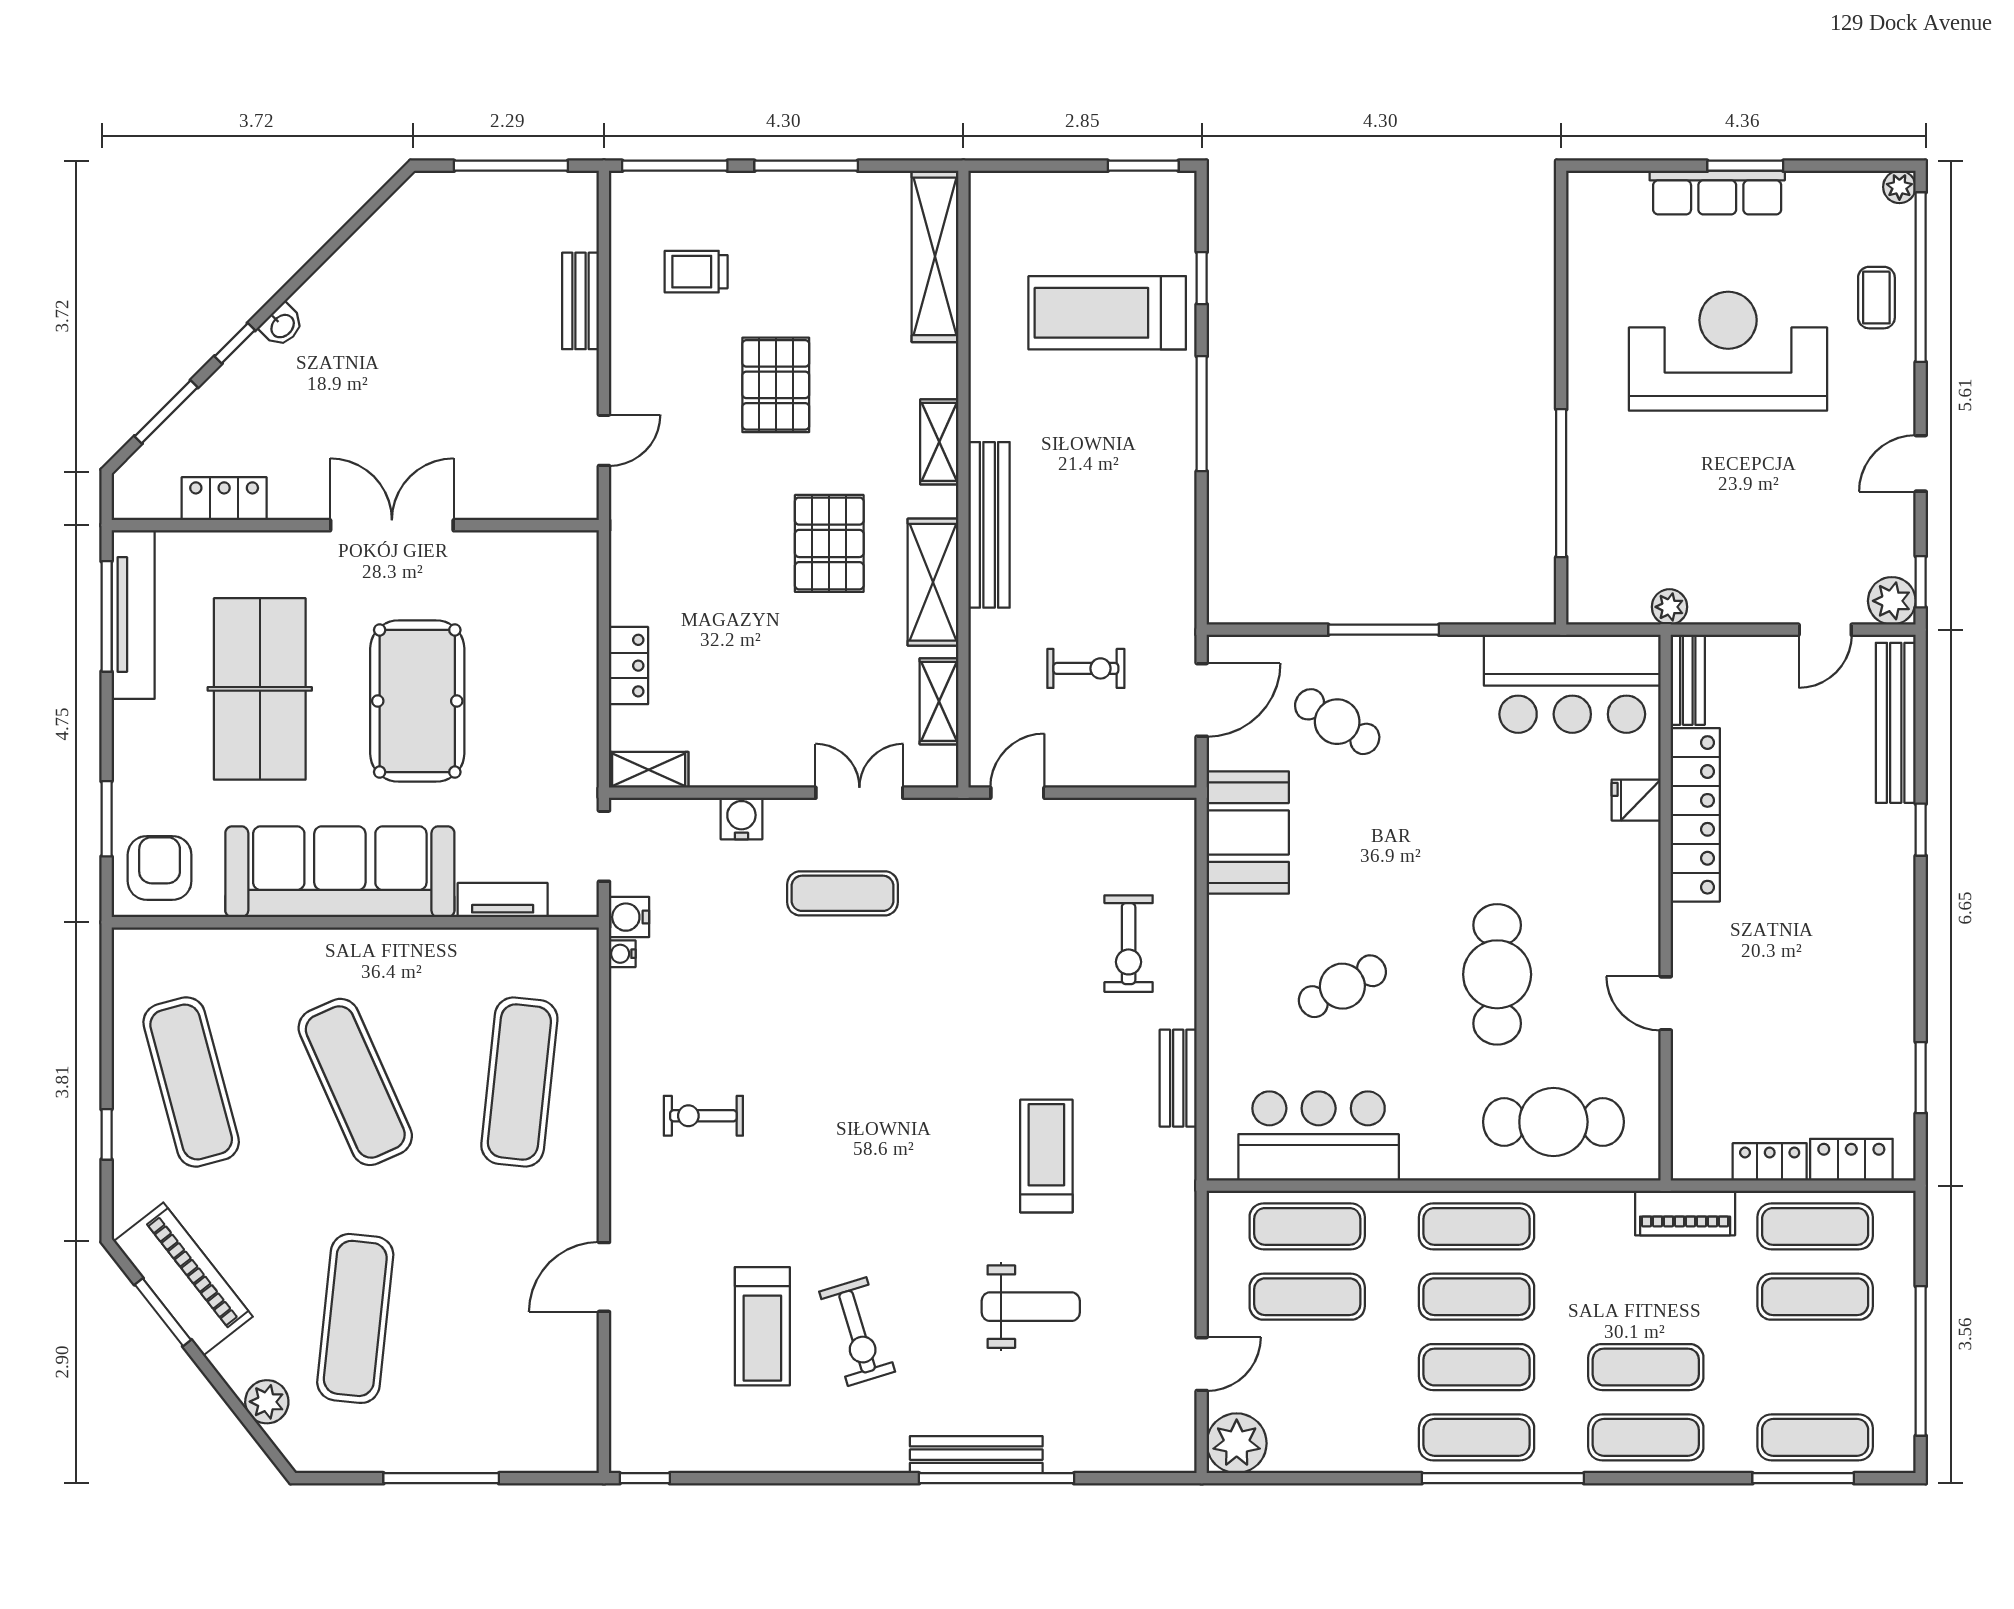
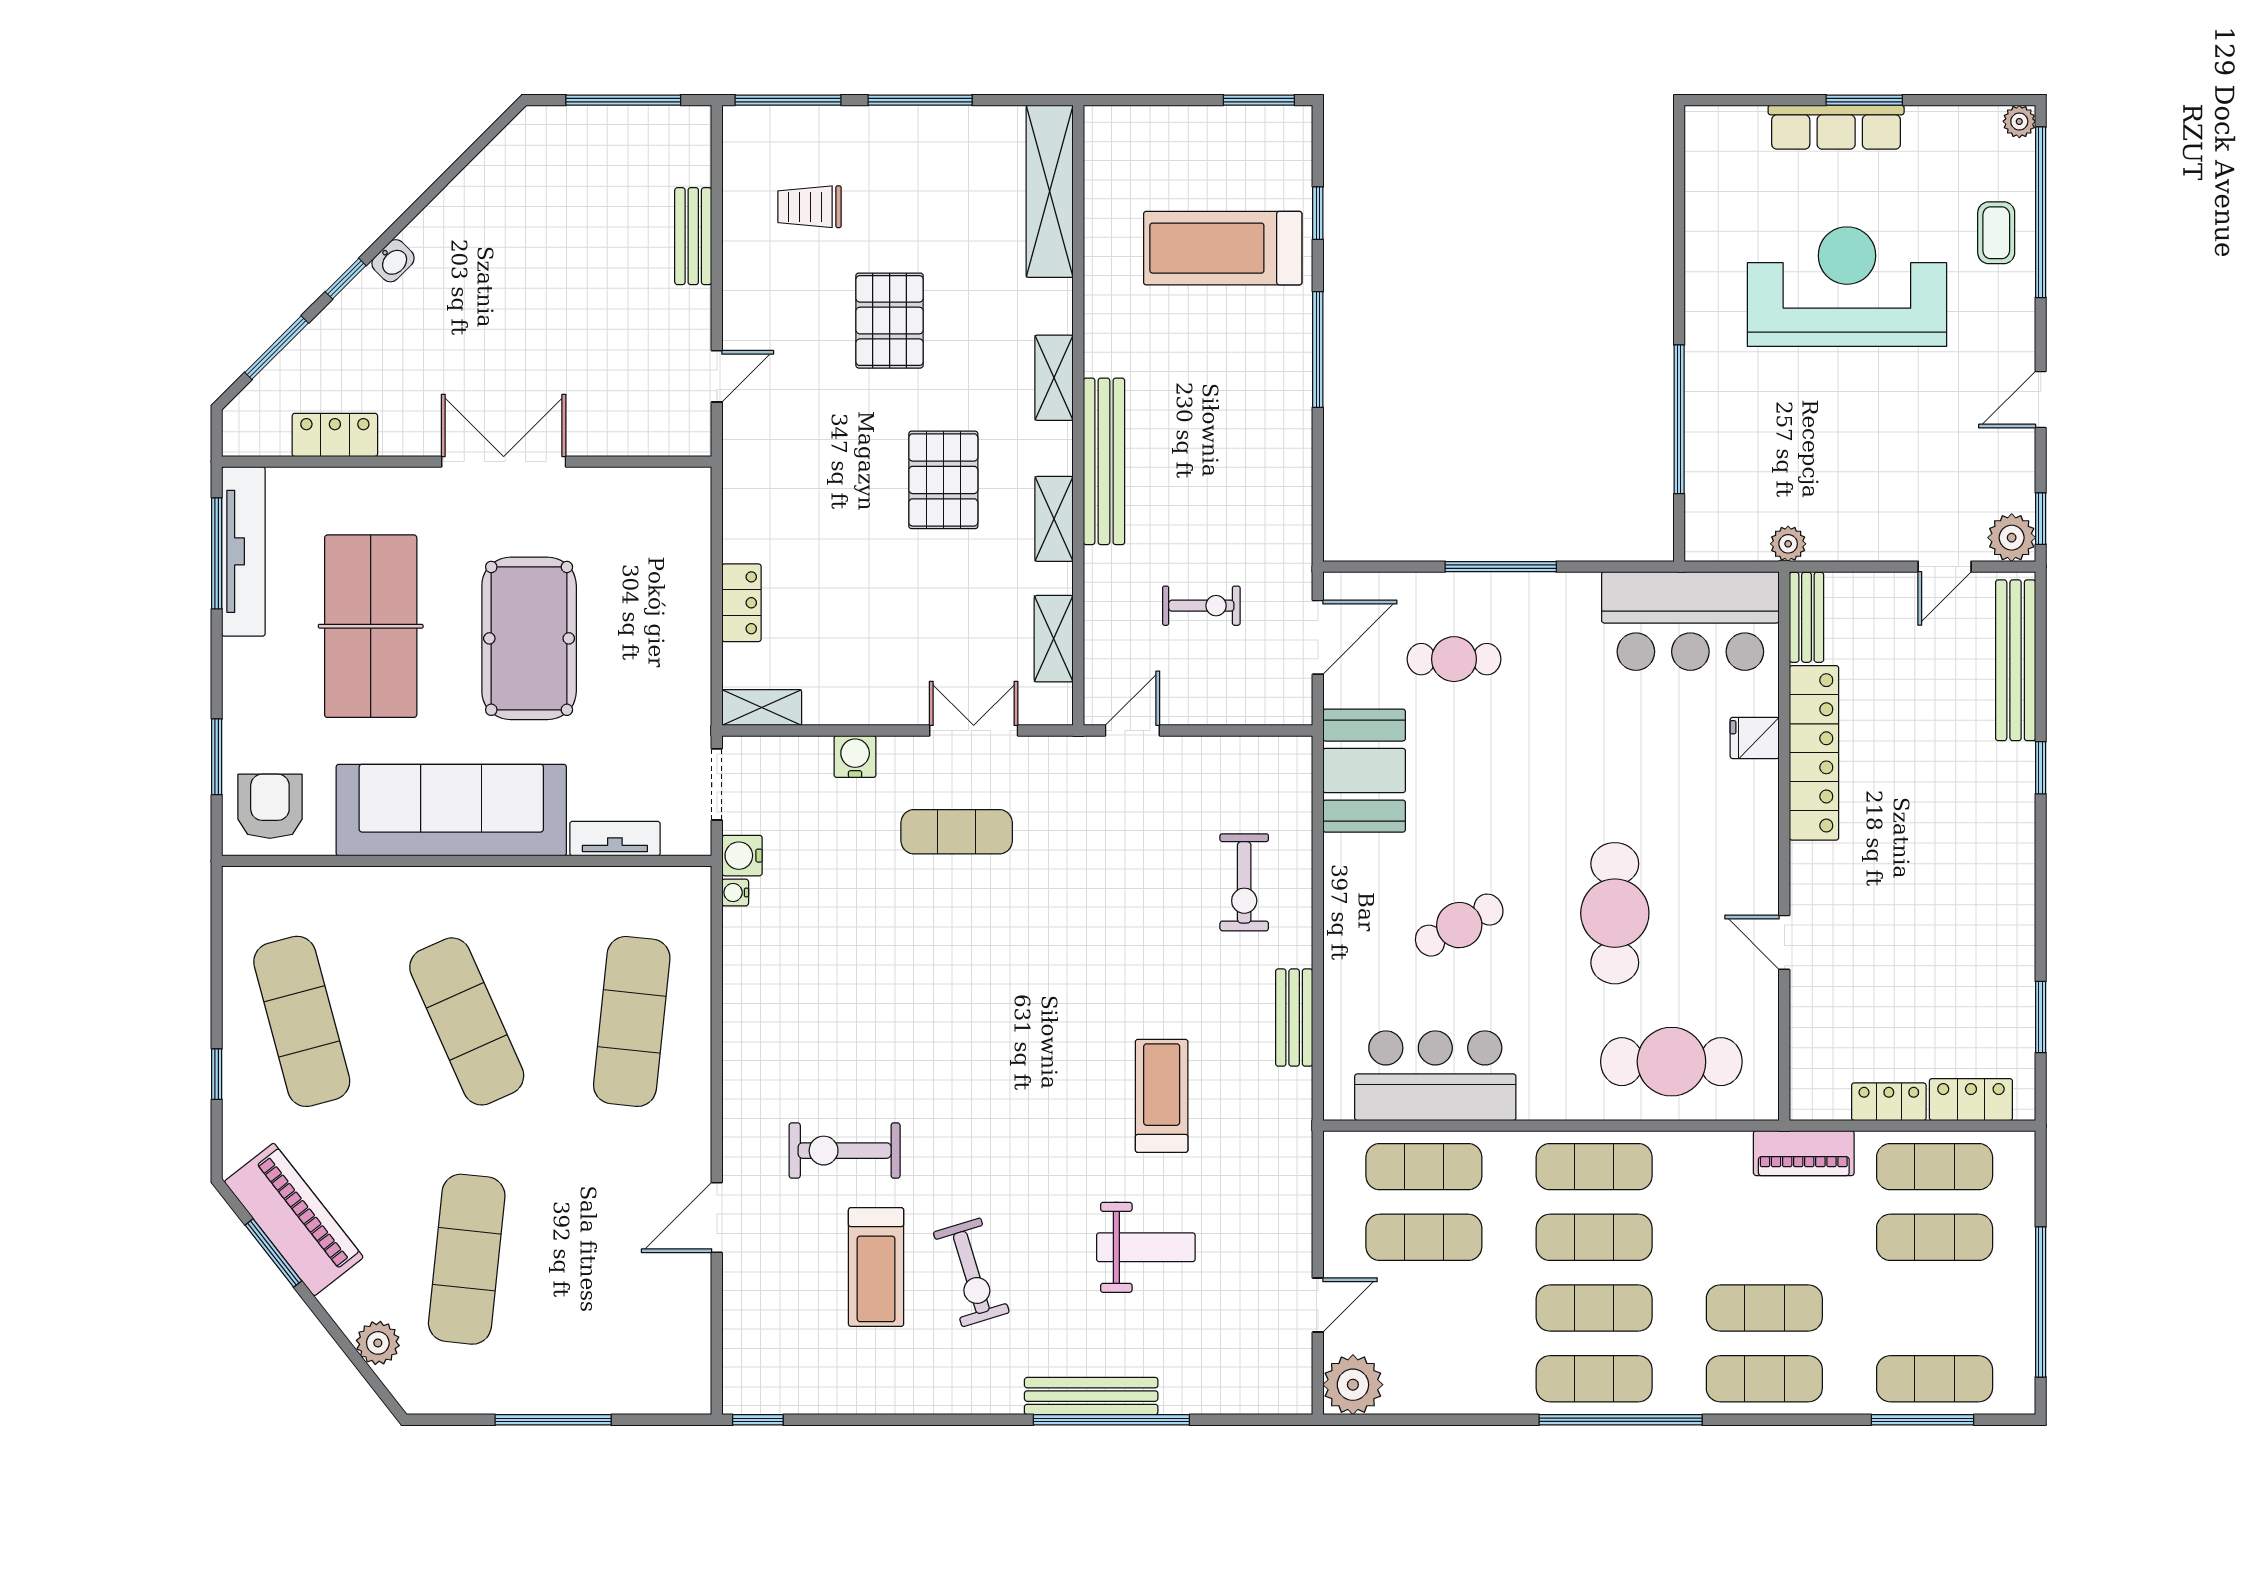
shelving: (933, 582) -> (1054, 519), width x0.67, depth x0.75
cafe table: (1337, 722) -> (1454, 659), turned -32
exercise bike: (703, 1116) -> (845, 1151), moved, width x1.38, depth x1.39

